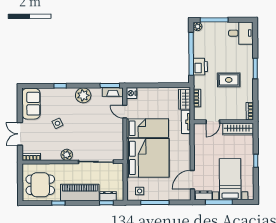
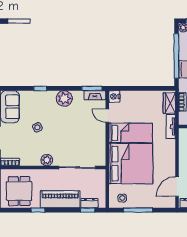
dining table: (40, 185) -> (19, 191), turned 90

